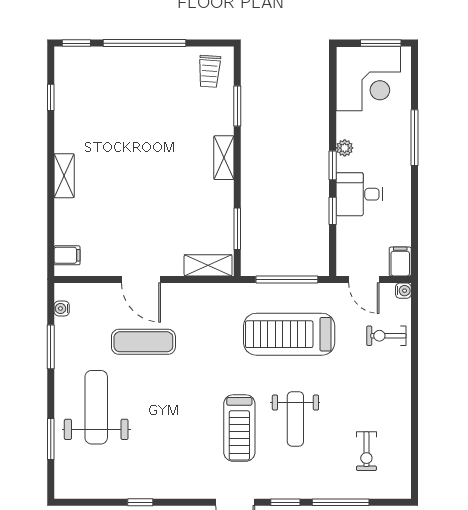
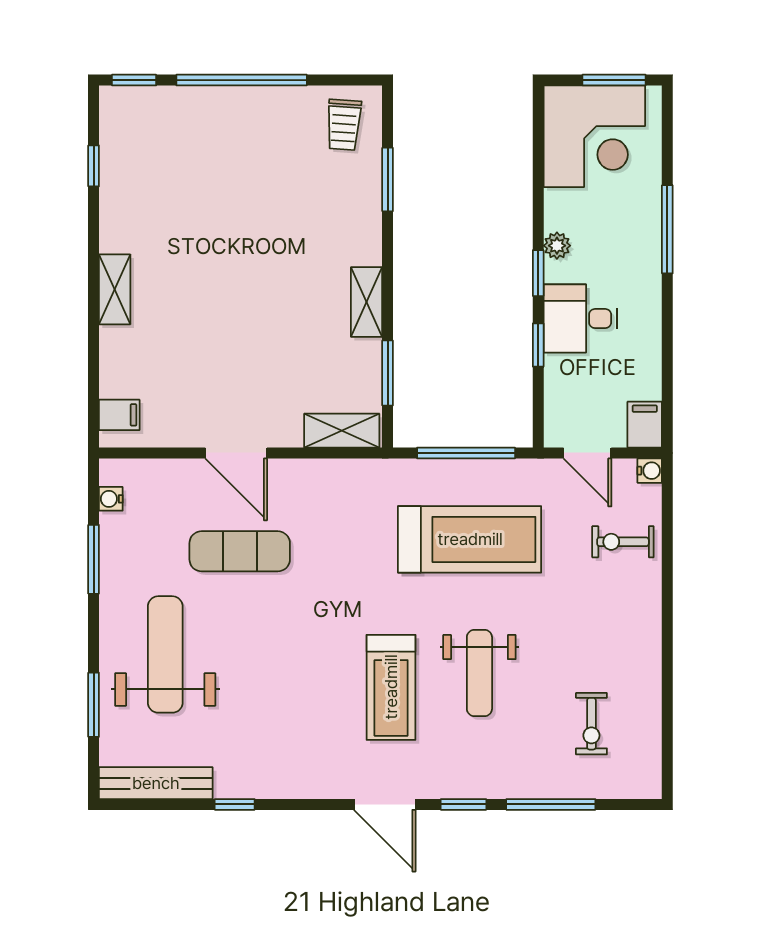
shelving: (224, 158) -> (367, 302), moved
treadmill: (289, 334) -> (470, 539), turned 180
bench: (90, 489) -> (156, 783), added

